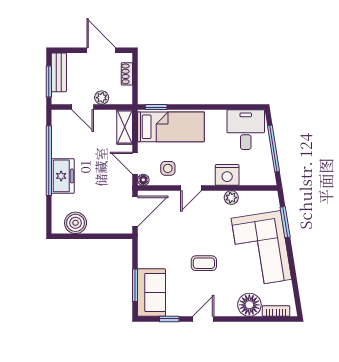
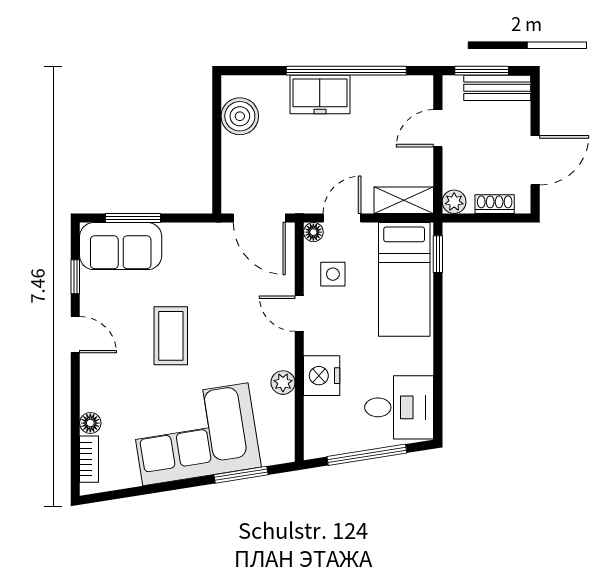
plant: (102, 98) -> (454, 202), moved
coffee table: (204, 263) -> (171, 336), width x1.36, depth x1.30
floor lamp: (249, 305) -> (90, 423), width x0.53, depth x0.53

